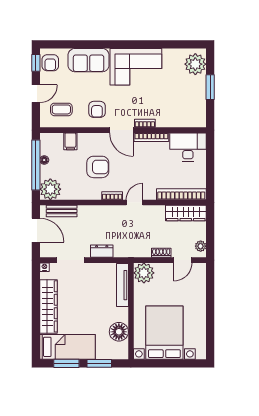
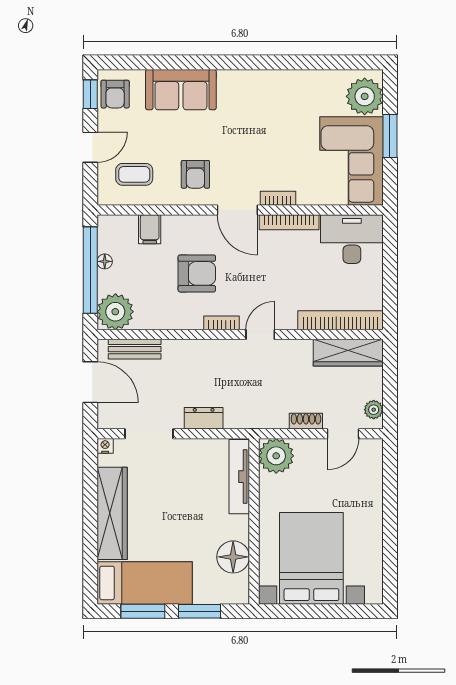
corner sofa: (136, 67) -> (351, 161), moved, turned 90

